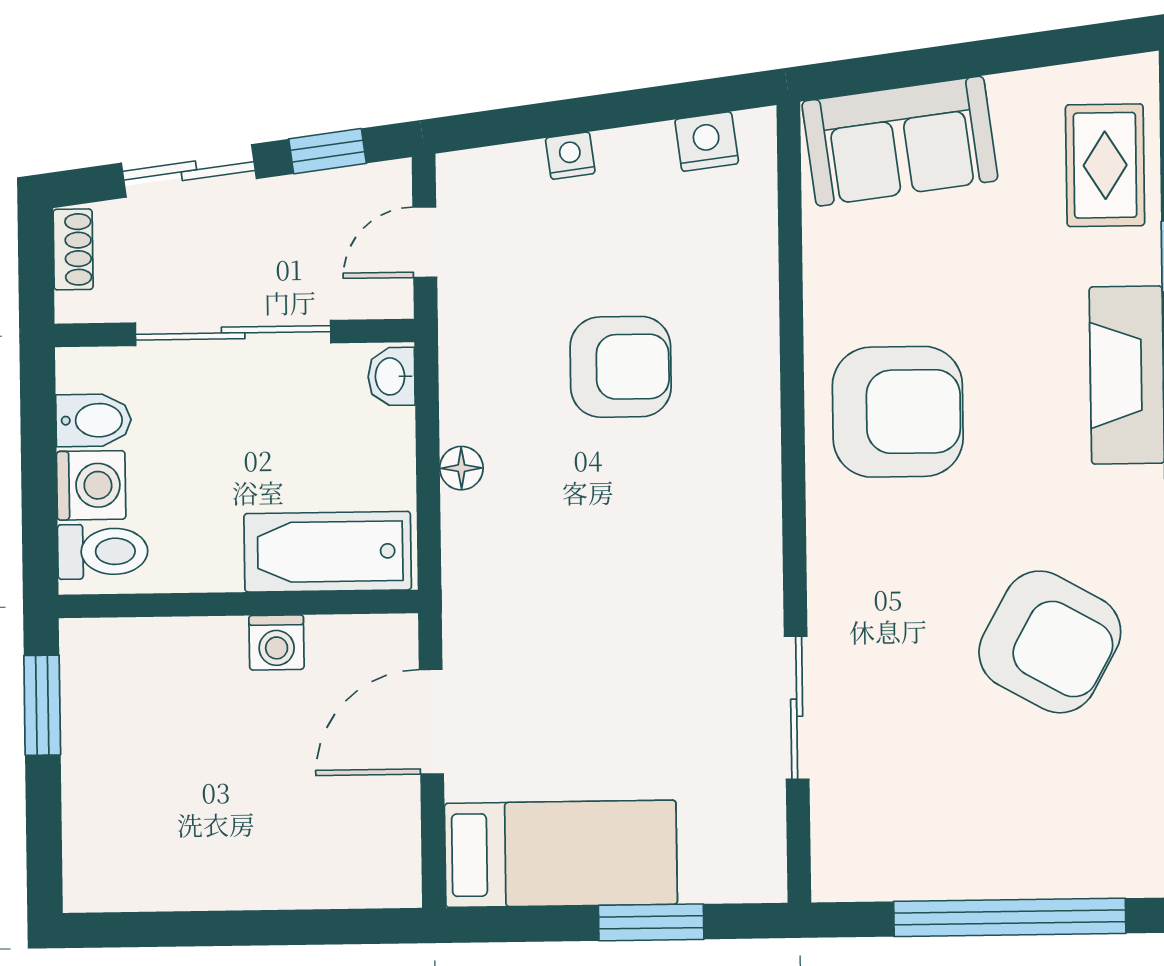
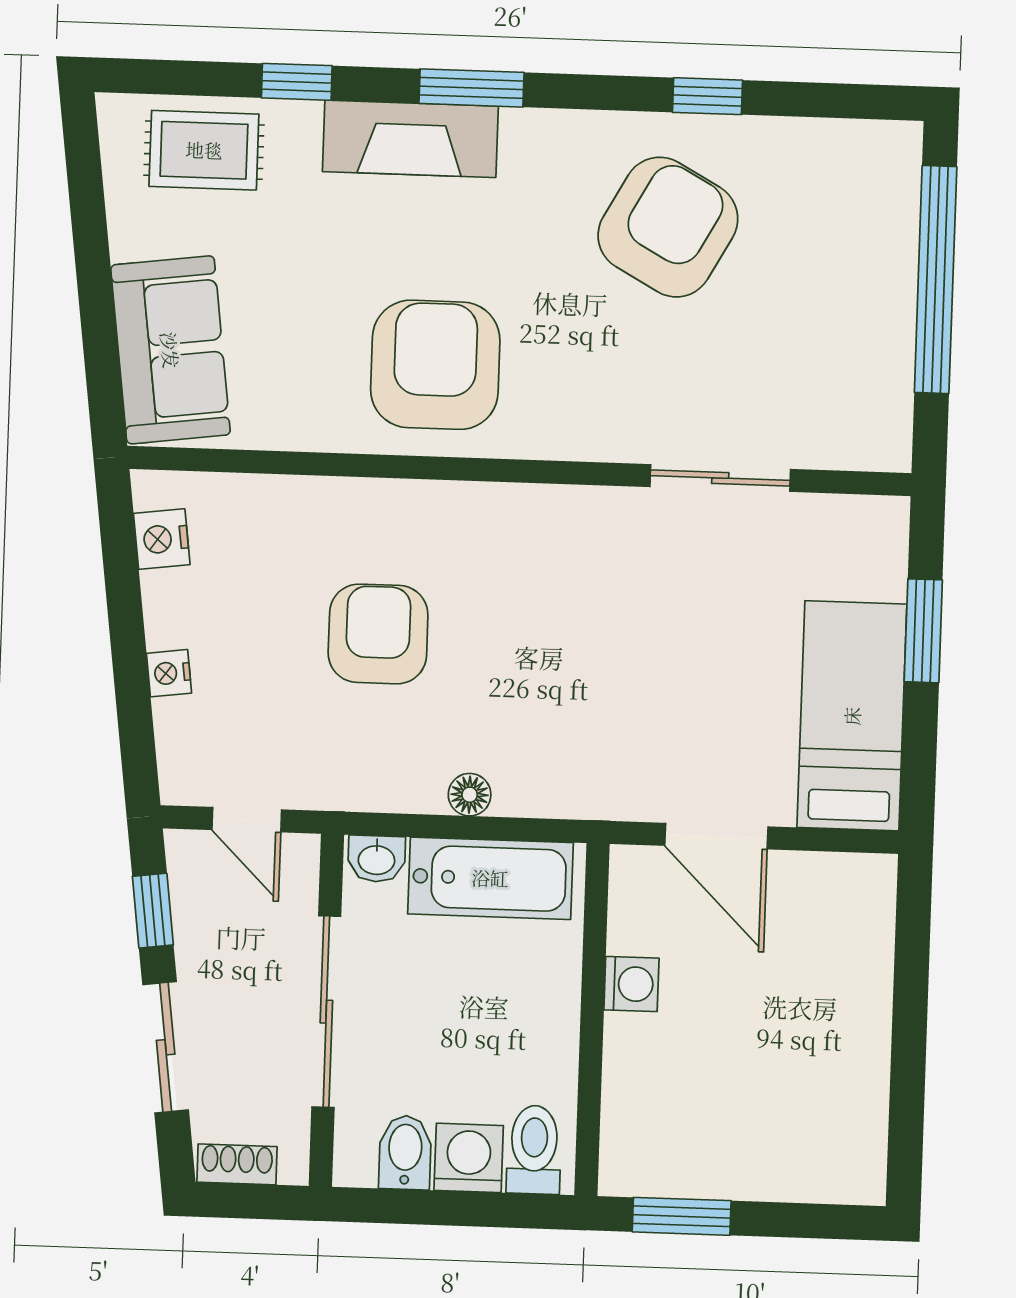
bathtub: (328, 552) -> (490, 878), moved, turned -90

